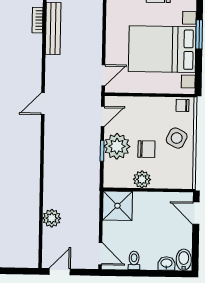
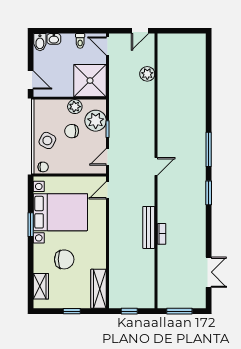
plant: (117, 146) -> (96, 121), moved
shower: (117, 206) -> (90, 81), width x1.37, depth x1.37

